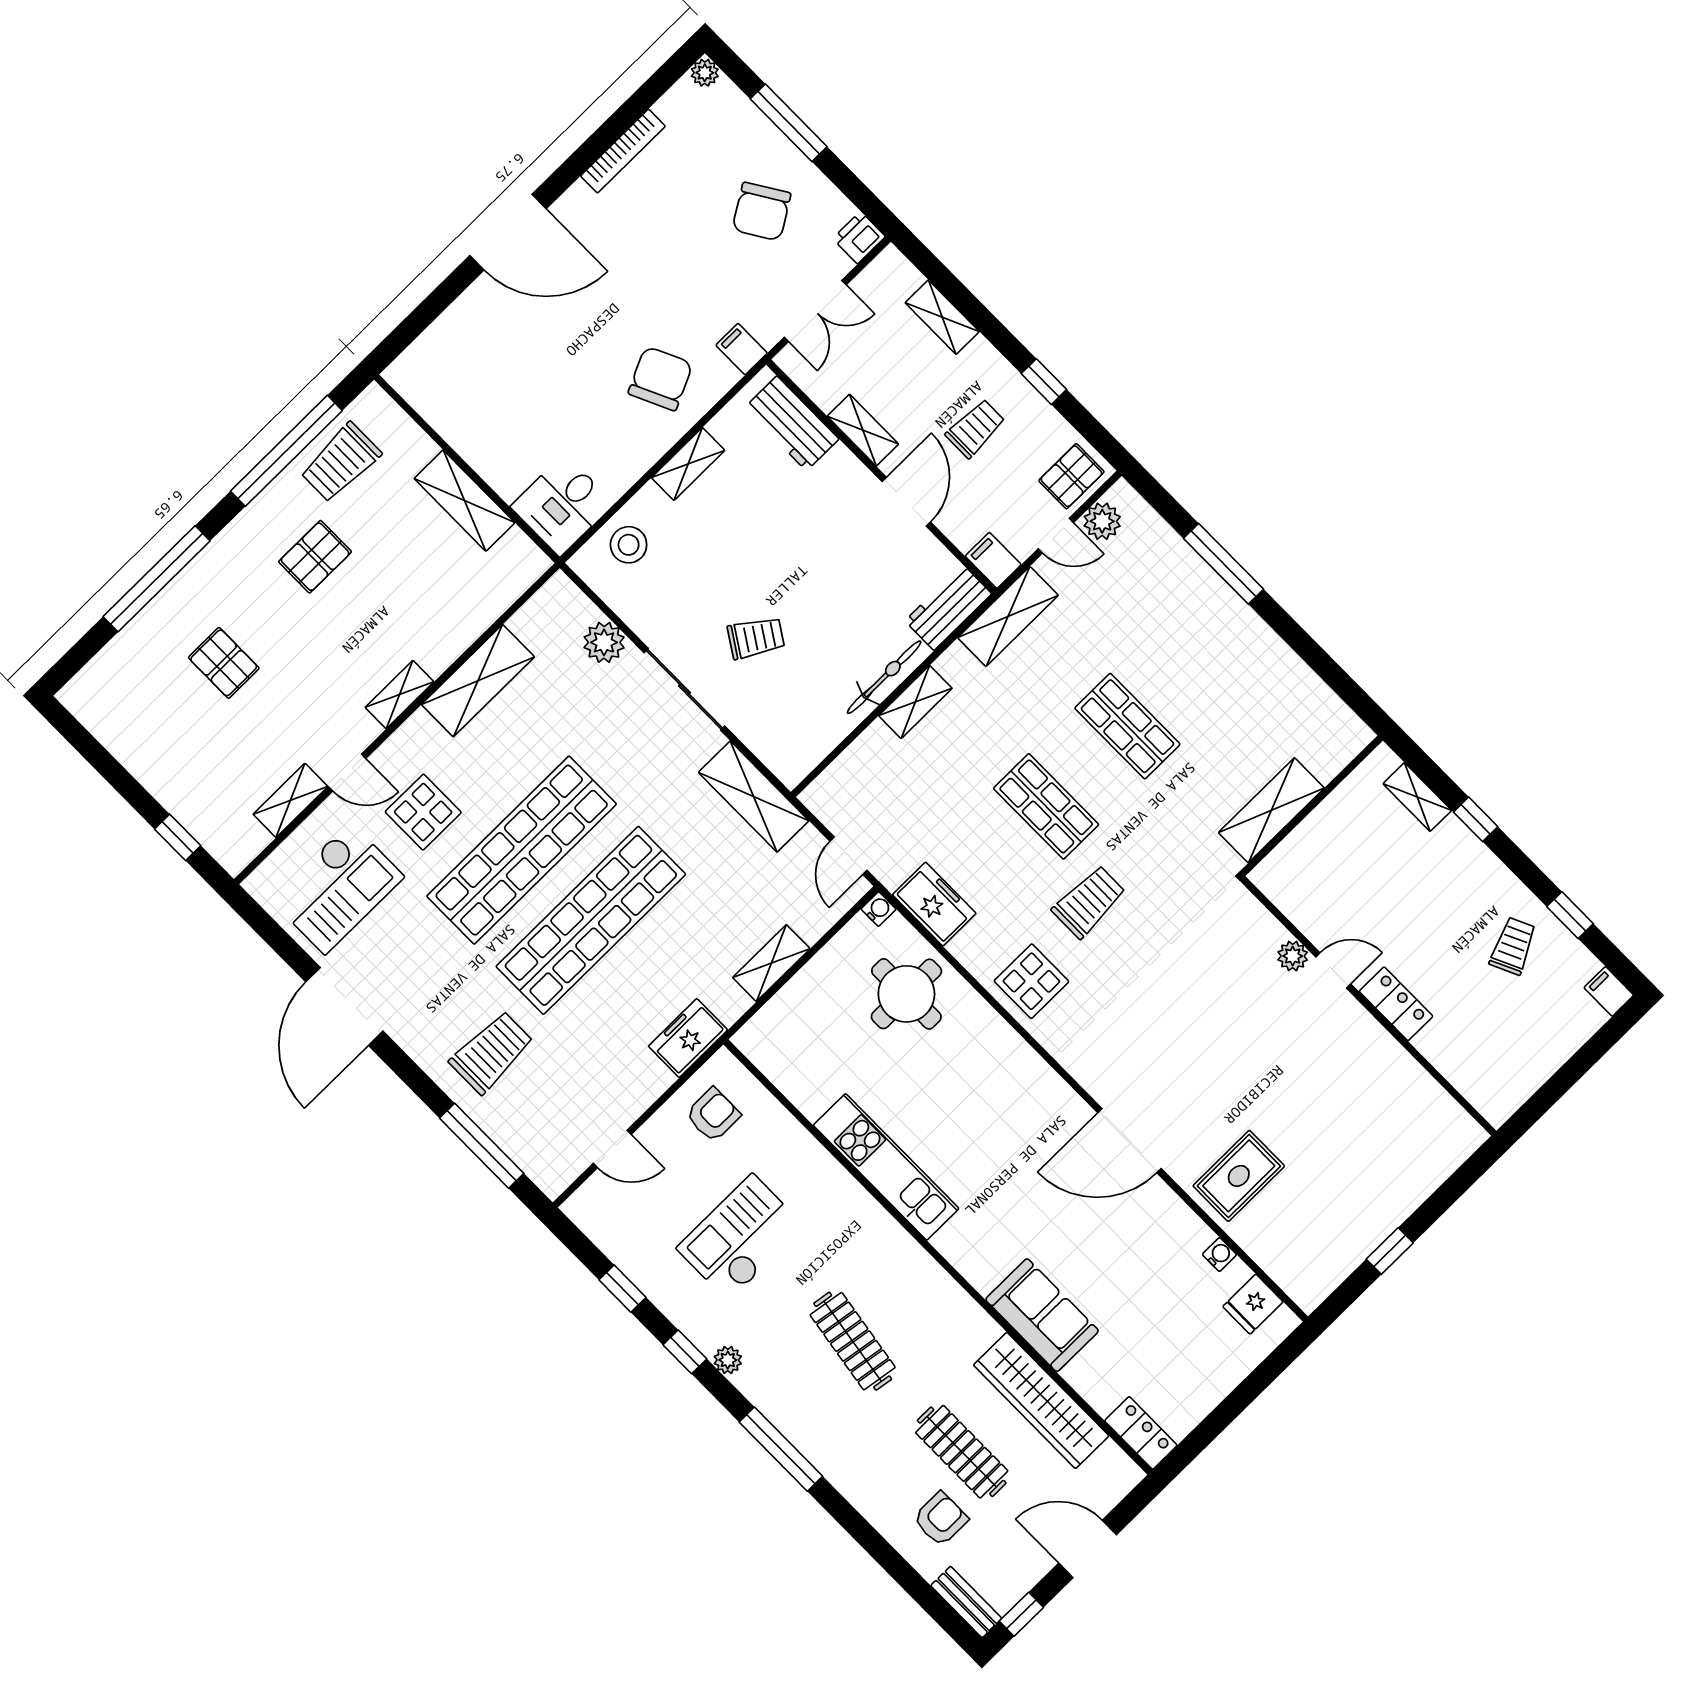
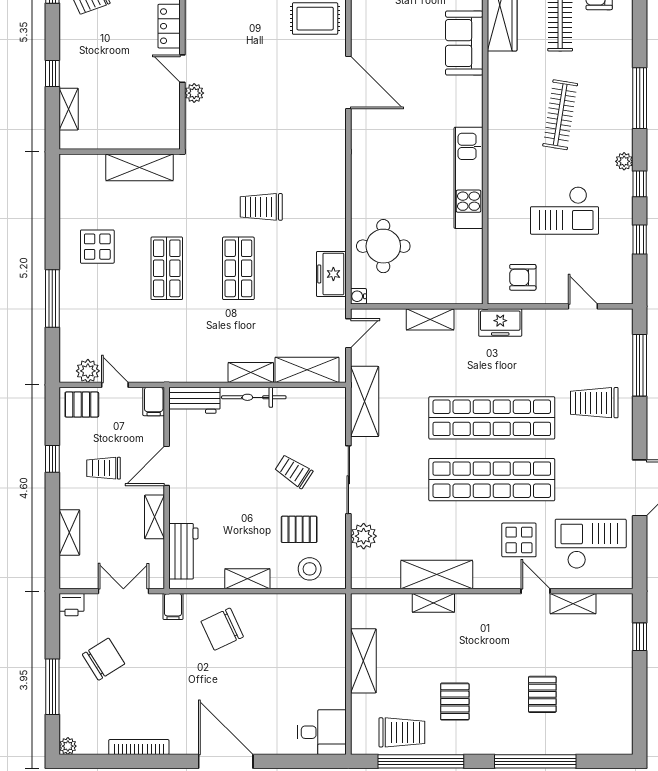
desk: (562, 505) -> (322, 732), moved
pallet: (315, 557) -> (455, 702), turned 90
pallet: (685, 578) -> (299, 529), added
shelving: (1008, 616) -> (307, 370), moved
shelving: (400, 695) -> (433, 603), moved
display table: (1031, 981) -> (97, 247), moved

